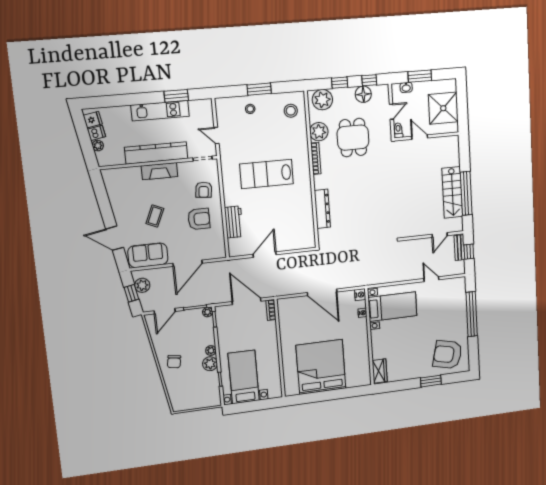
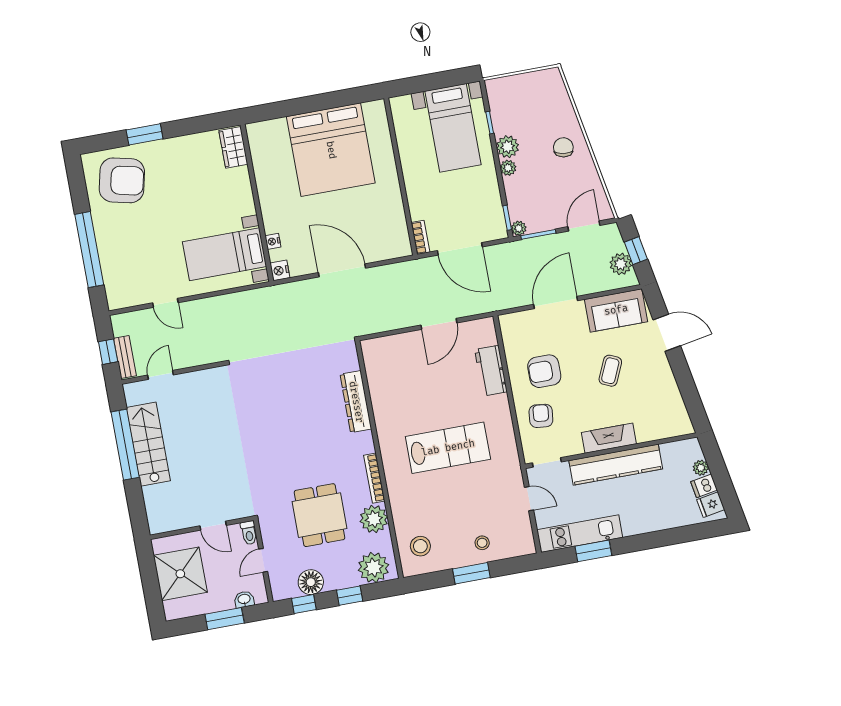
kitchen unit: (160, 111) -> (580, 534), moved

